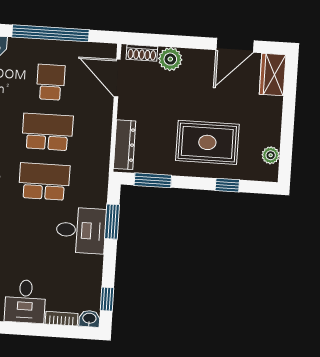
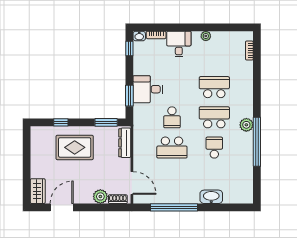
school desk: (51, 82) -> (172, 178), removed
plant: (271, 155) -> (36, 142), removed
school desk: (44, 182) -> (172, 117), width x0.54

